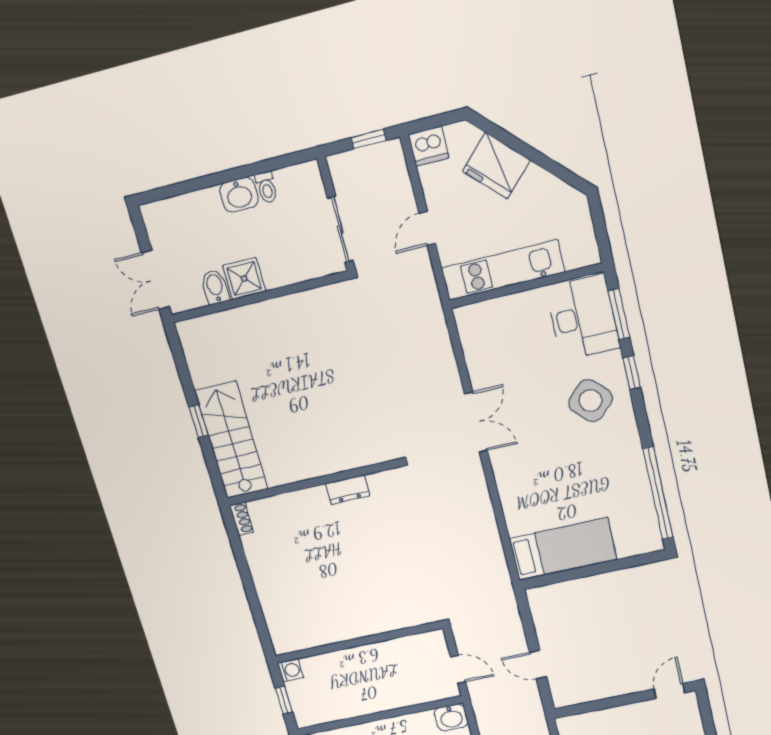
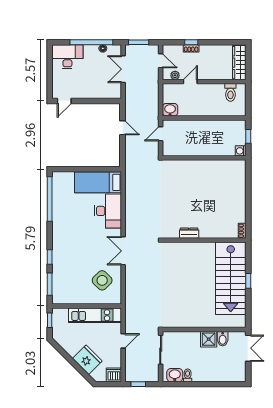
washbasin: (239, 195) -> (175, 375), moved
window: (601, 234) -> (50, 320), added
desk: (583, 318) -> (108, 211), moved, turned 180
side table: (591, 401) -> (102, 280), moved
stairs: (231, 440) -> (231, 278), width x1.36, depth x1.51
door: (458, 669) -> (161, 134), hinge flipped

